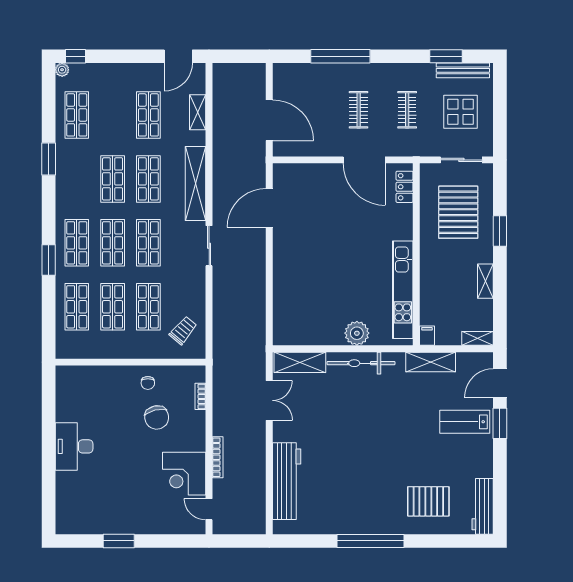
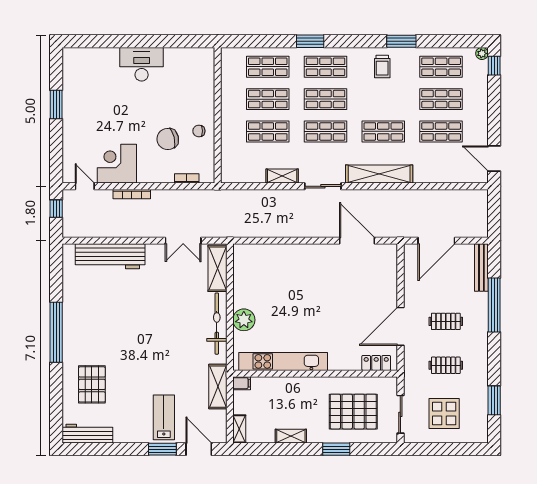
bench: (463, 70) -> (481, 268), moved
shelving: (198, 112) -> (282, 176), moved
shop shelf: (113, 179) -> (441, 99), moved
trolley: (183, 330) -> (382, 67), moved, turned 50
door: (209, 509) -> (85, 186), hinge flipped
window: (234, 541) -> (56, 209), added

